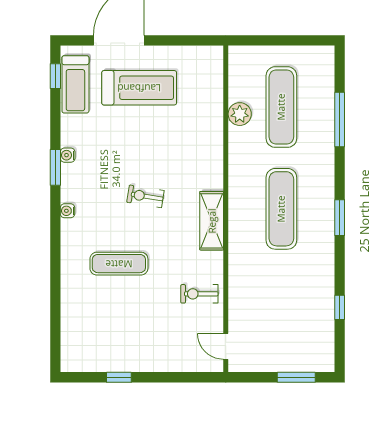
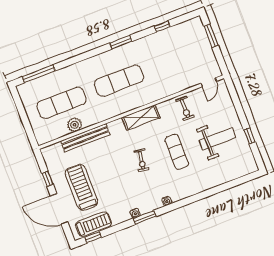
window: (172, 40) -> (48, 179), added
window: (340, 119) -> (39, 74), moved
bench: (213, 123) -> (85, 138), added
window: (340, 218) -> (121, 42), moved
exercise mat: (119, 264) -> (177, 152), moved
weight bench: (133, 326) -> (218, 139), added

